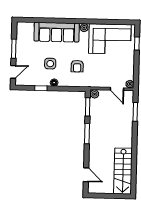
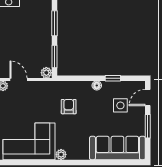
sofa: (57, 32) -> (117, 148), moved
side table: (50, 64) -> (120, 105), moved

